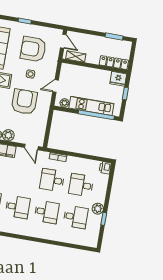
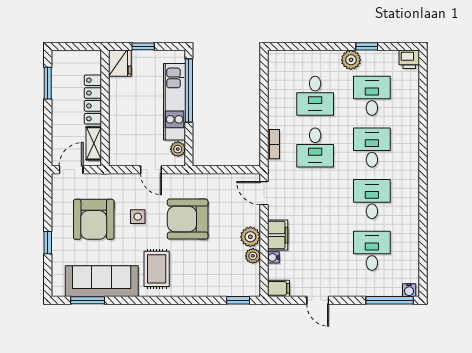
locker: (114, 63) -> (93, 99), moved
door: (31, 147) -> (264, 193), swing flipped
printer: (105, 168) -> (409, 59), moved

